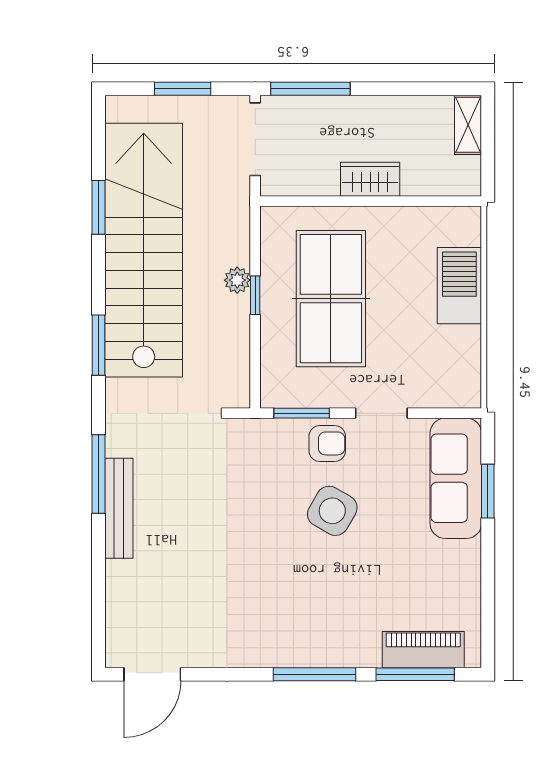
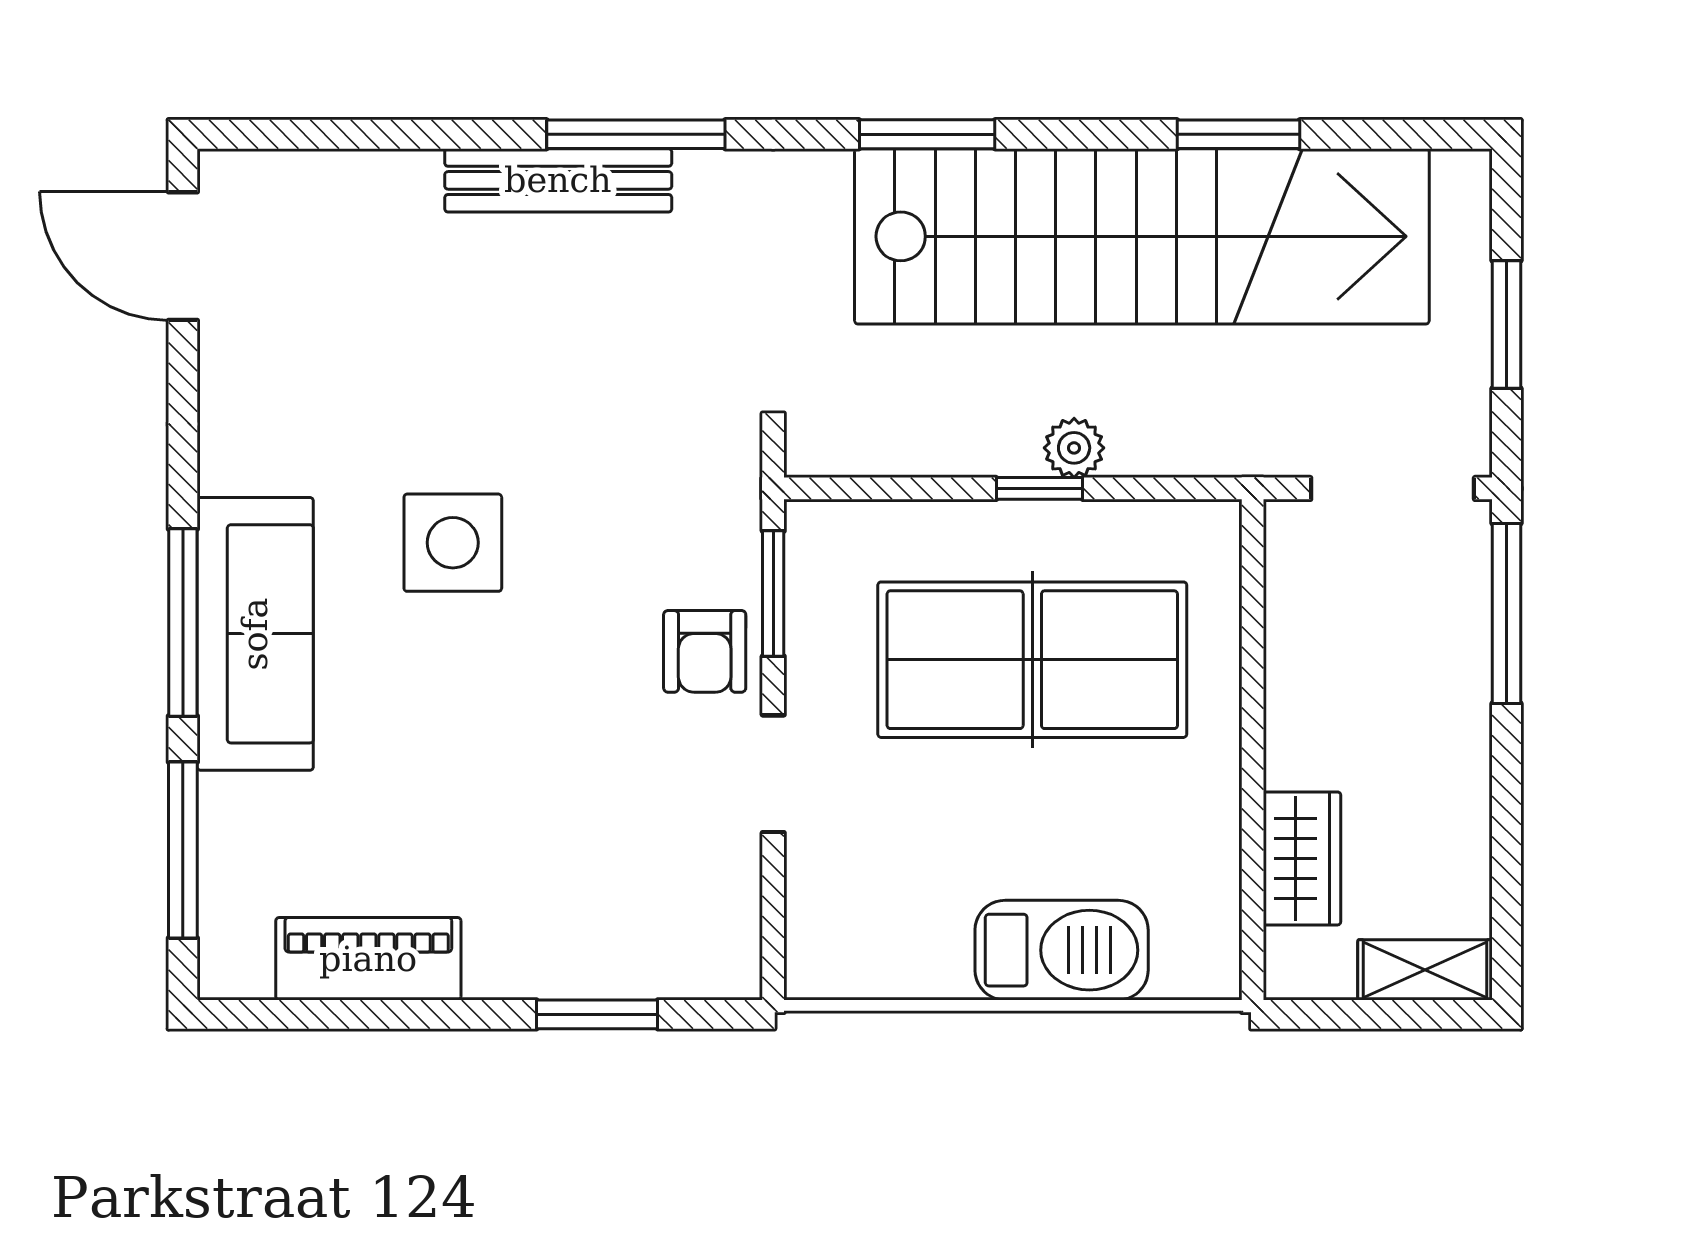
wardrobe: (370, 179) -> (1302, 858), moved
sofa: (456, 478) -> (255, 634), moved, turned 90
side table: (332, 511) -> (453, 543), moved, turned -30
piano: (423, 650) -> (368, 959), moved, turned -90

